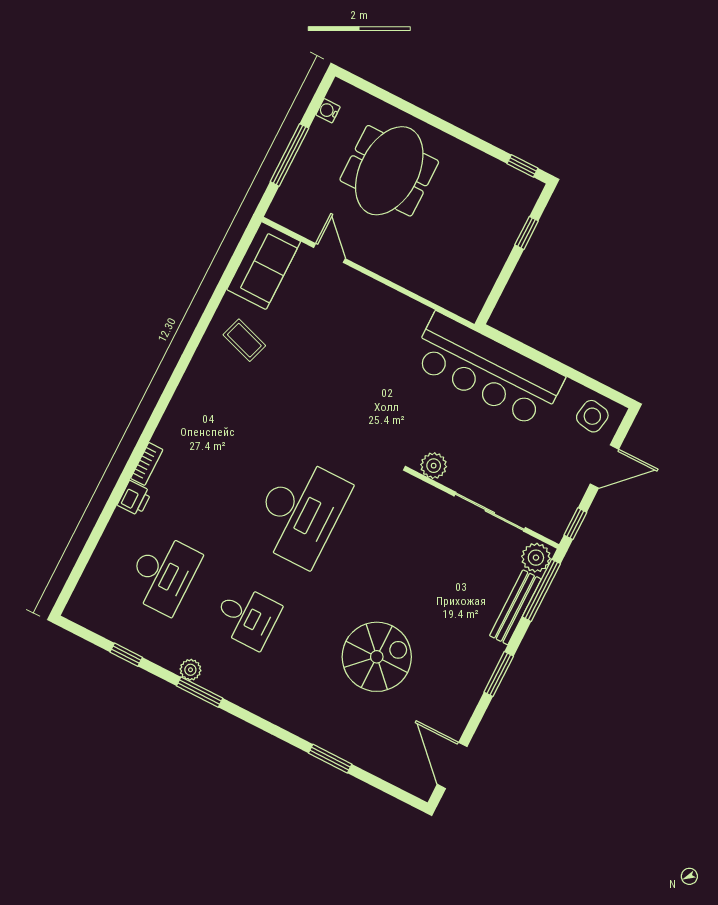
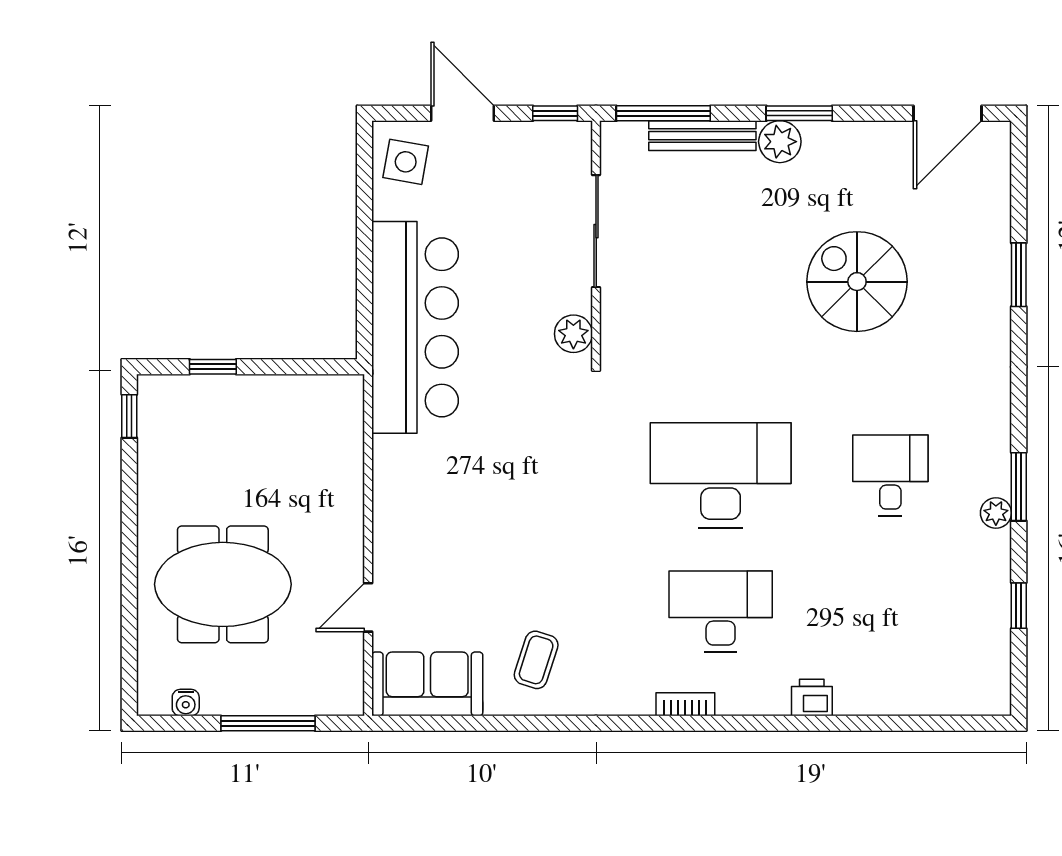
bookcase: (147, 464) -> (685, 704), moved
plant: (536, 558) -> (780, 142), moved
desk: (163, 574) -> (721, 611), moved

